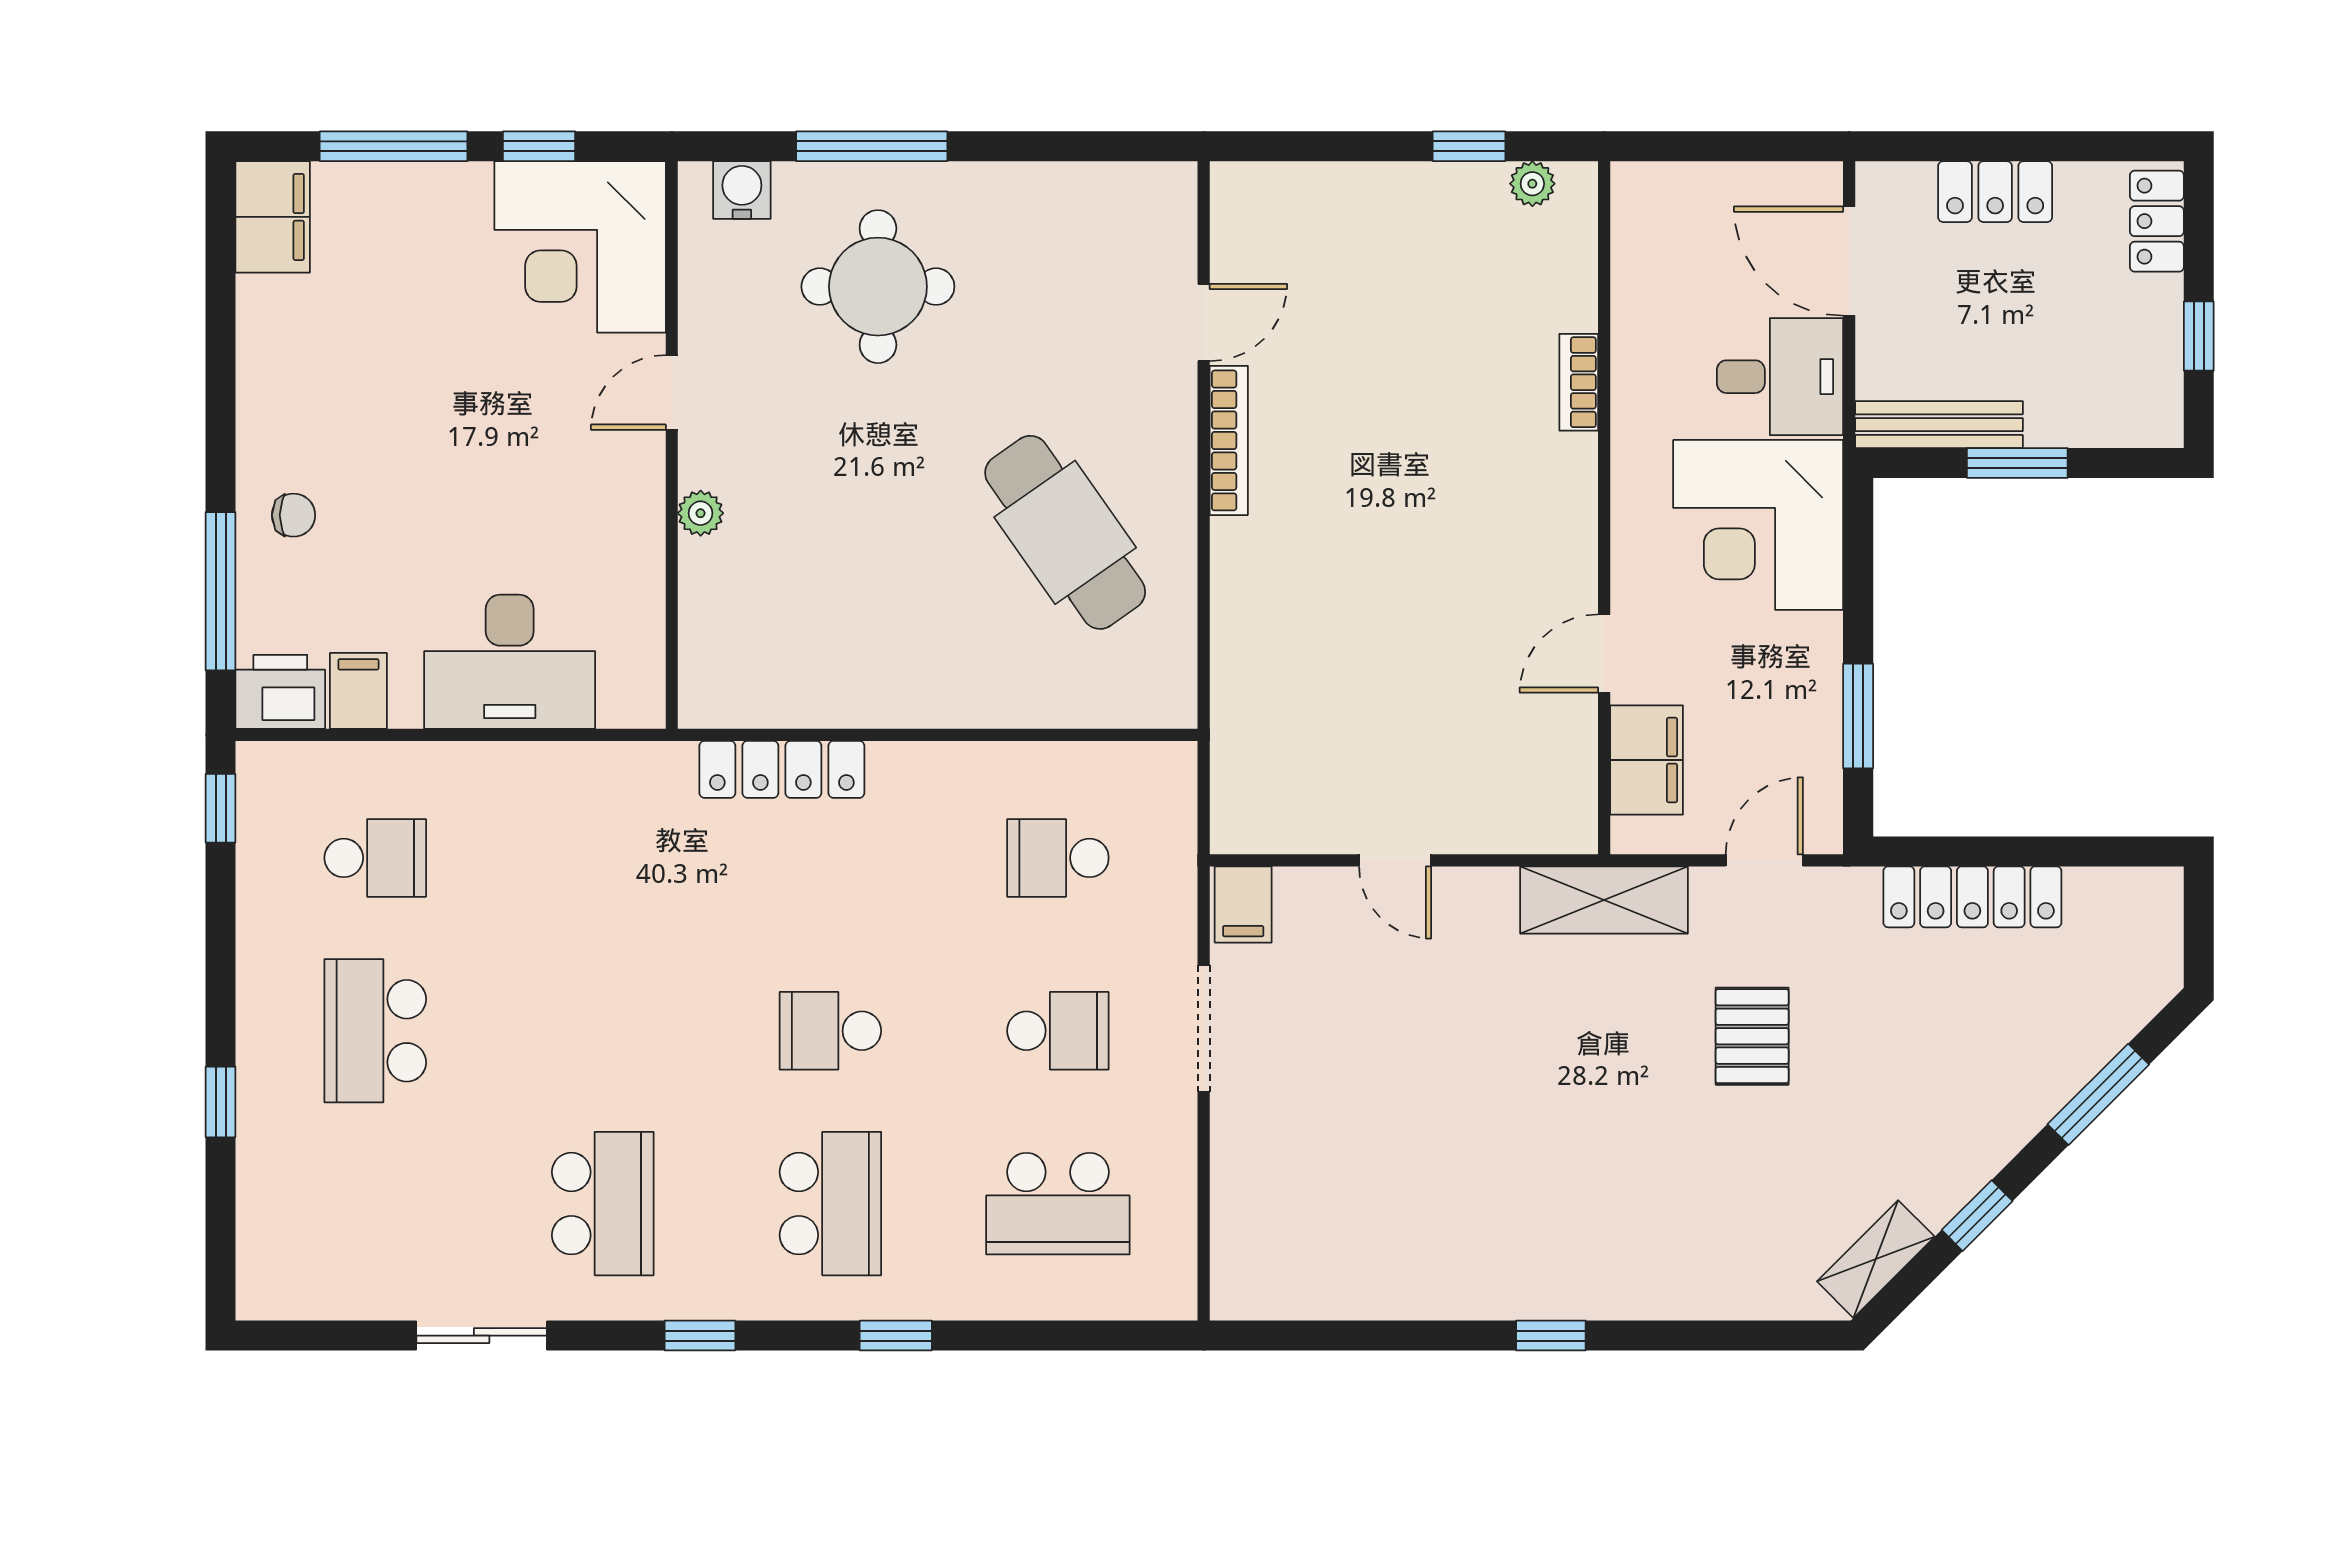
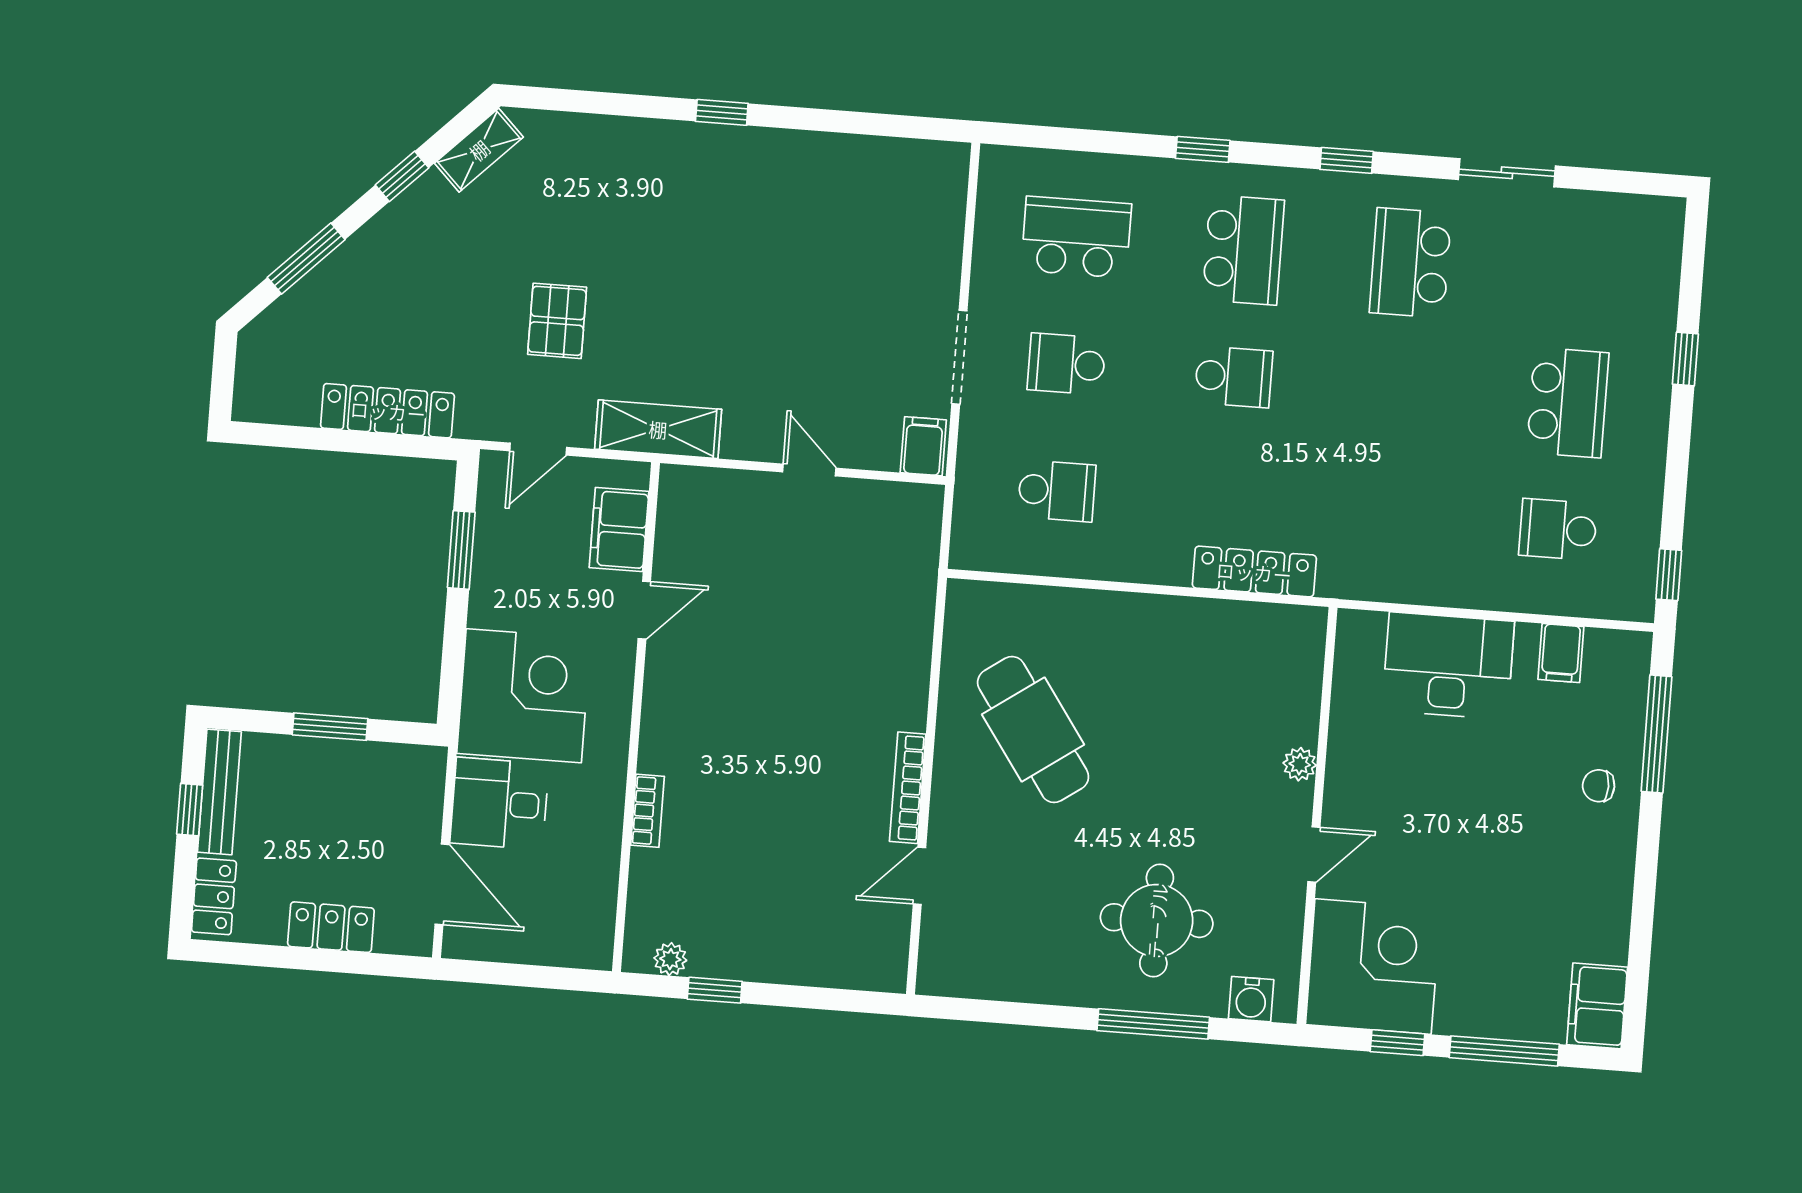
bench: (1939, 425) -> (219, 792), moved, turned 90
printer: (280, 692) -> (1618, 657), removed
school desk: (830, 1204) -> (1243, 250), turned 180

